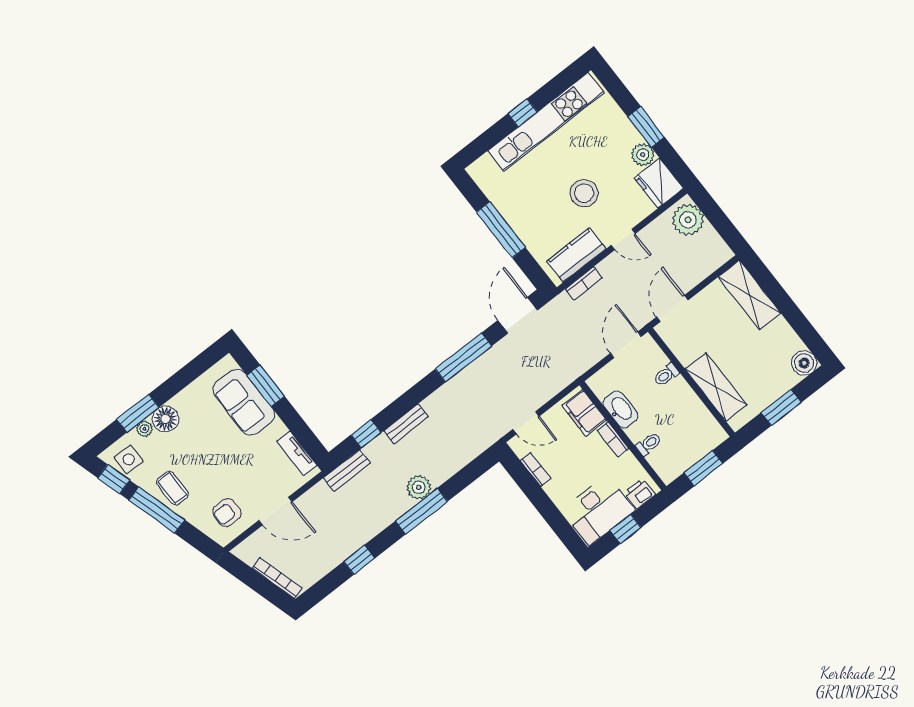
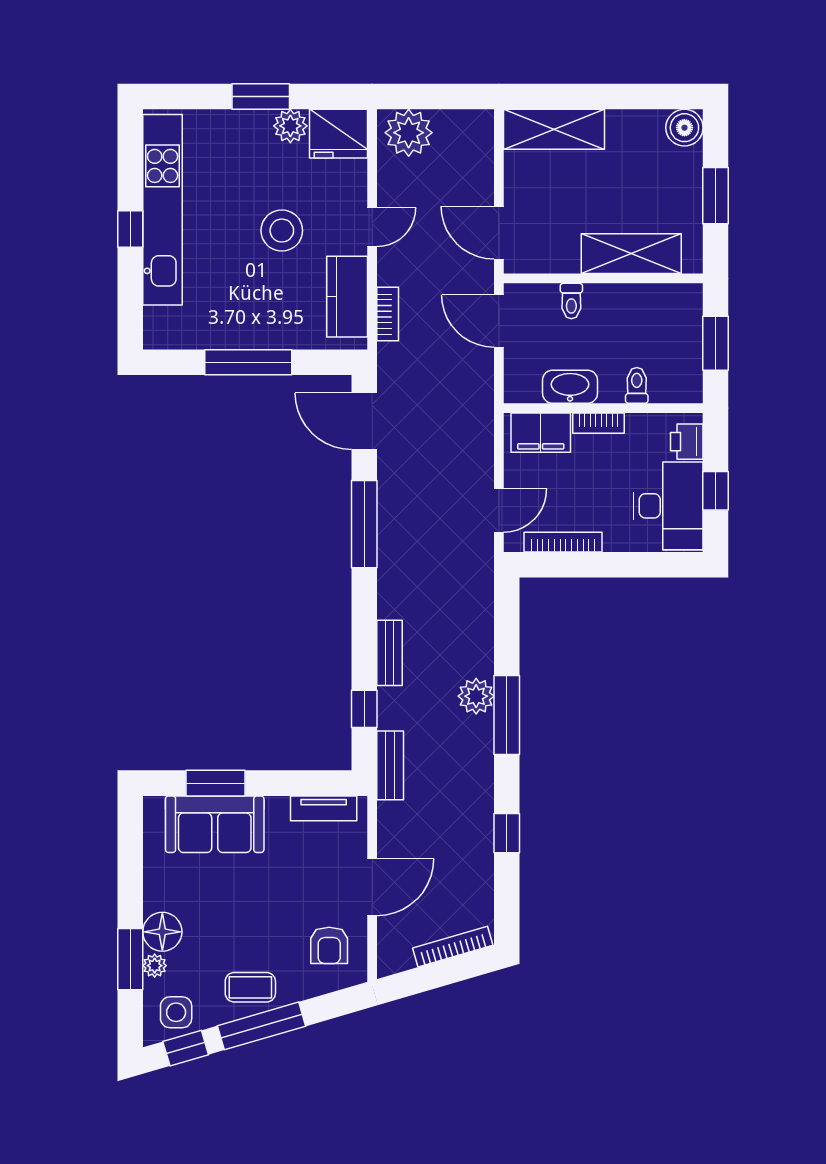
bookcase: (536, 470) -> (563, 542), width x1.56

